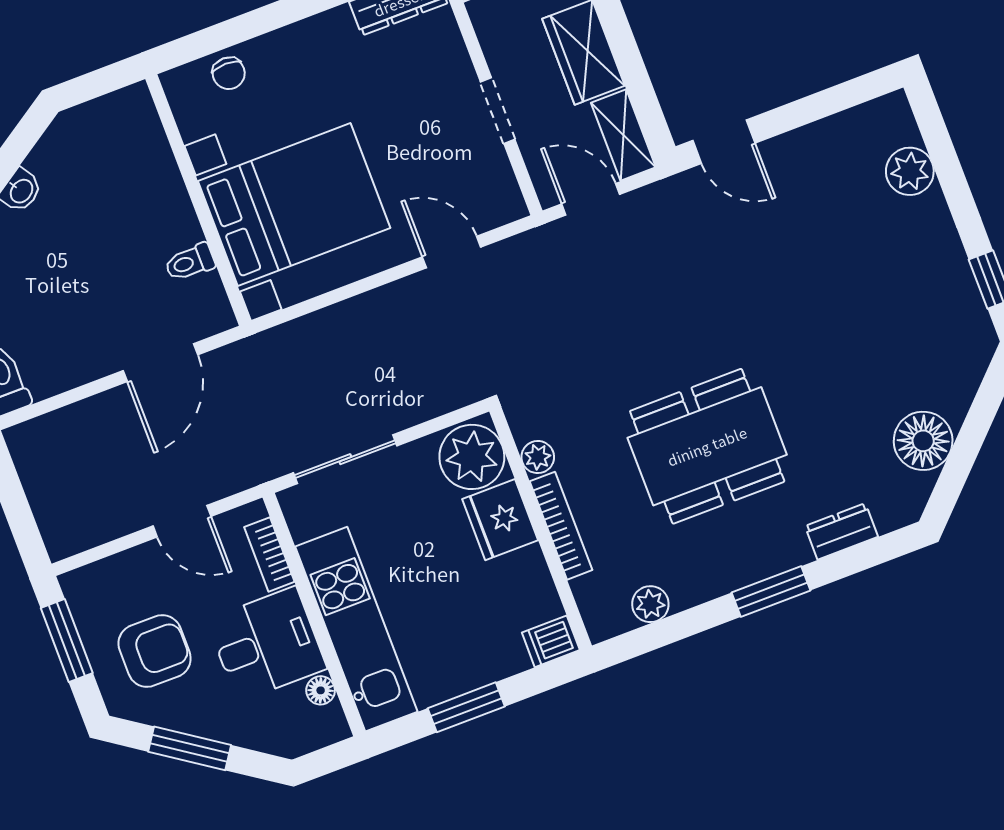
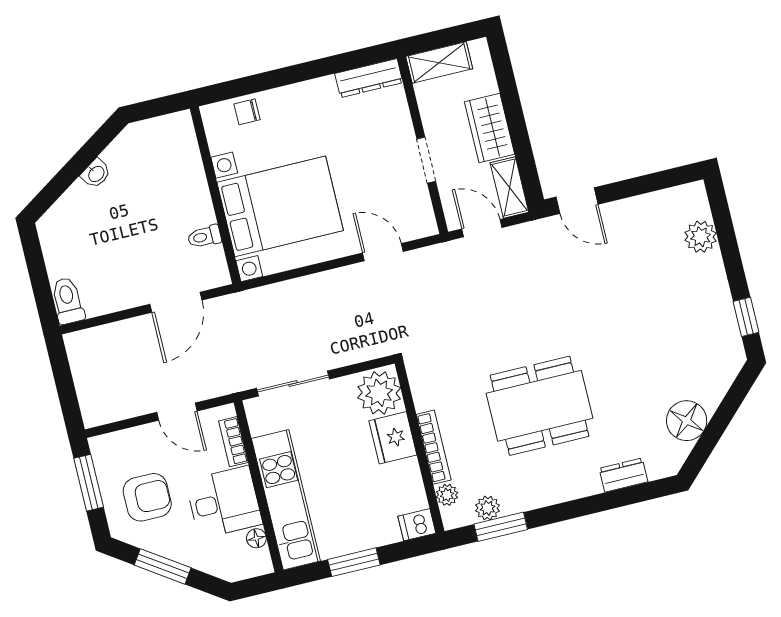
chair: (229, 73) -> (247, 112), turned 90
plant: (538, 457) -> (447, 495), moved
window: (771, 592) -> (501, 527), moved

